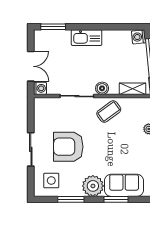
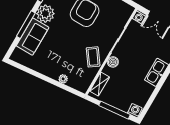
window: (116, 199) -> (26, 25), width x1.44

